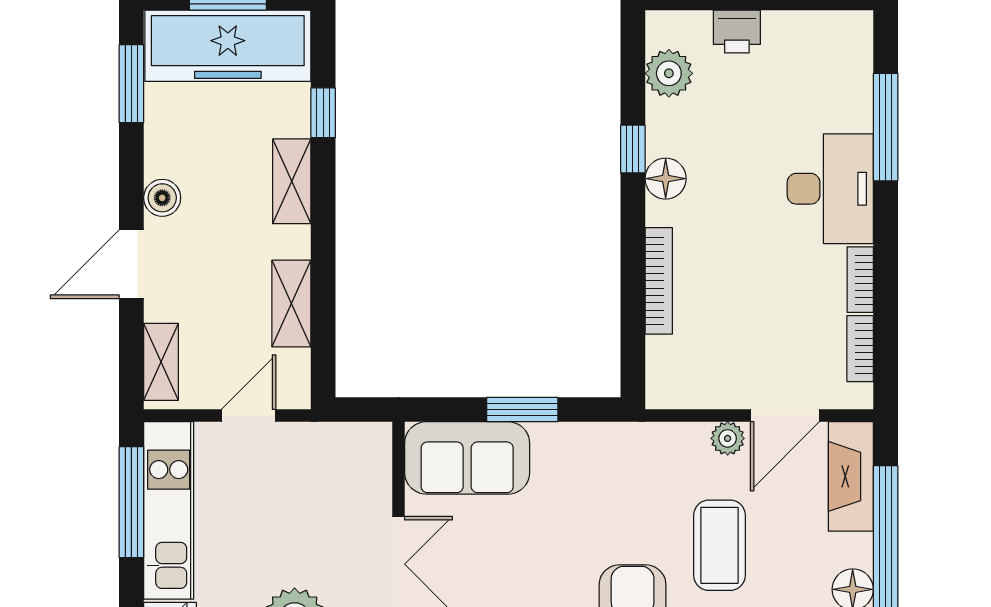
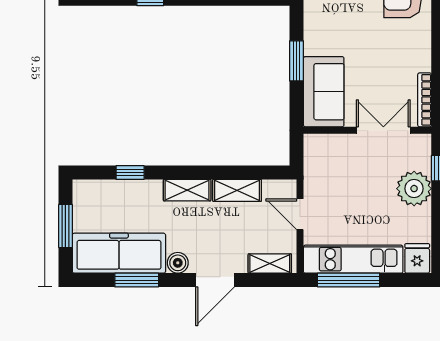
freezer: (228, 46) -> (119, 253), moved, turned -90
window: (131, 84) -> (137, 280), moved
shelving: (292, 181) -> (187, 190), moved
door: (131, 264) -> (215, 280), hinge flipped

